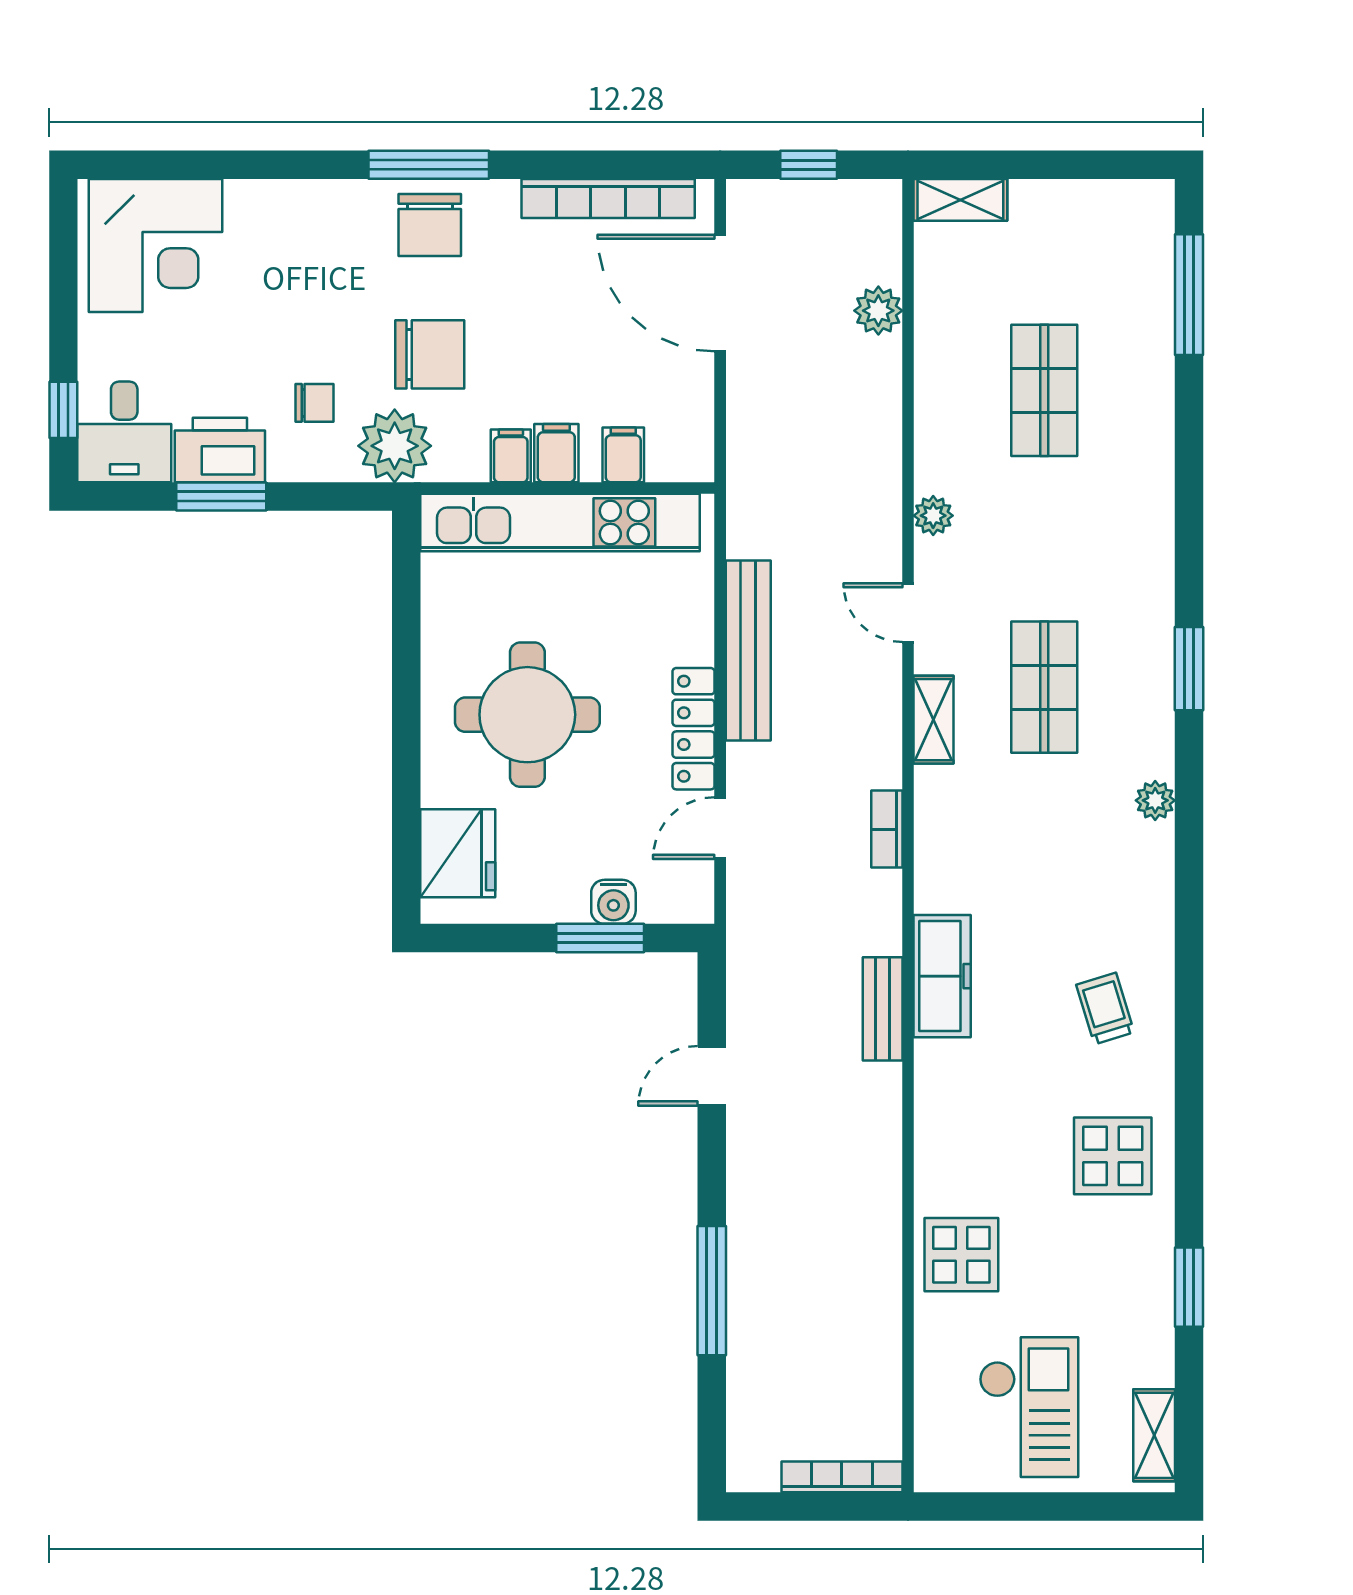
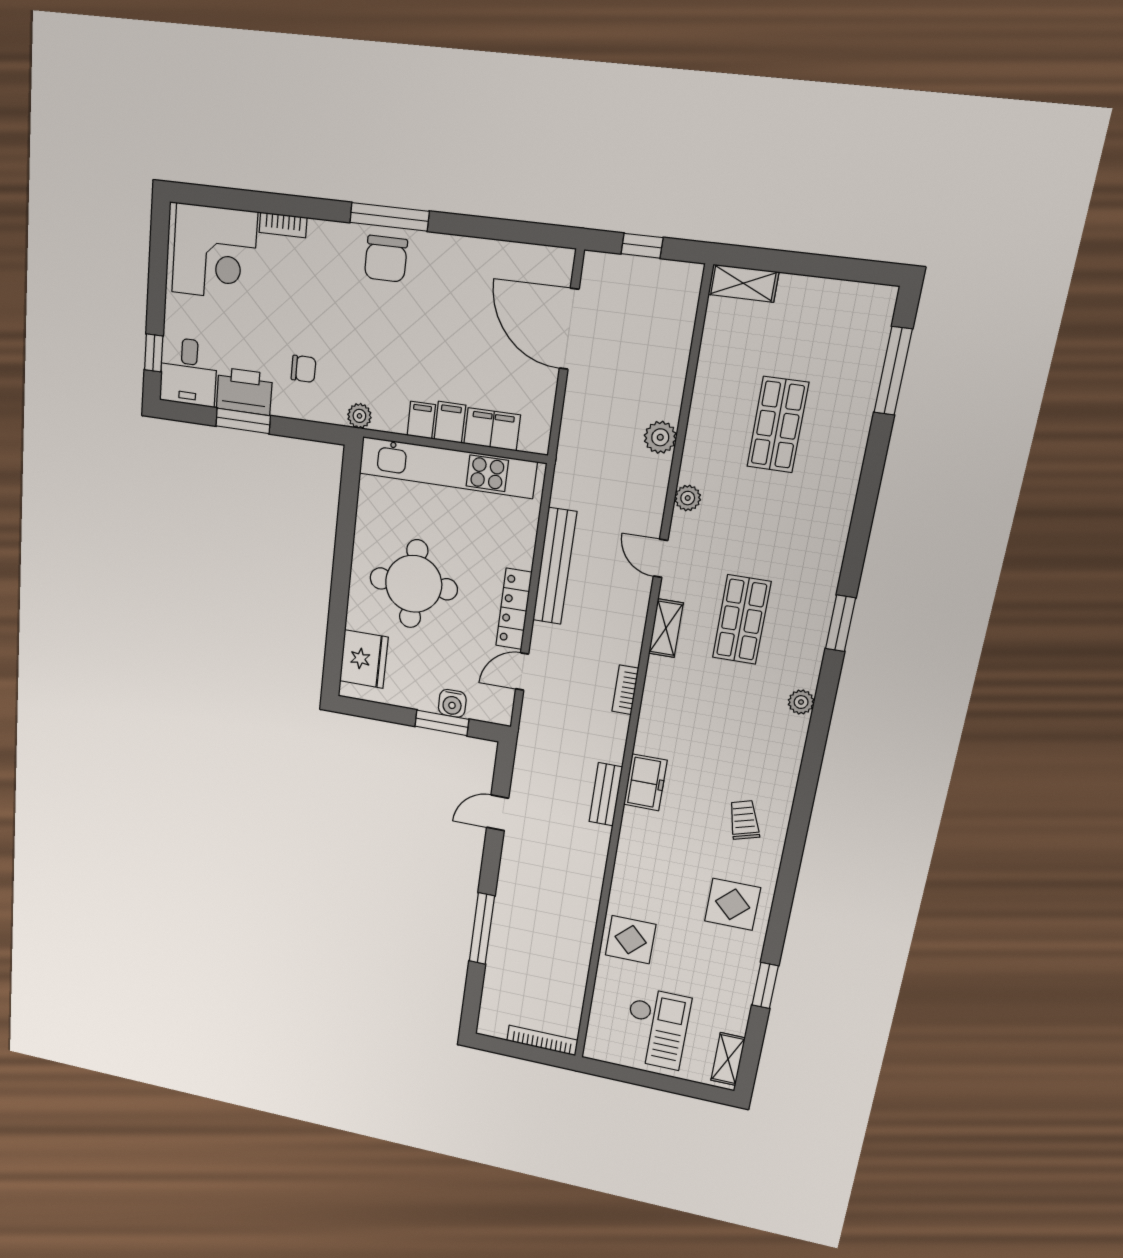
bookcase: (608, 198) -> (283, 225), moved, width x0.43, depth x0.76
plant: (878, 311) -> (660, 437), moved
chair: (430, 354) -> (377, 346), removed
plant: (395, 446) -> (359, 416), width x0.53, depth x0.53
filing cabinet: (623, 455) -> (492, 429), width x2.00
freezer: (942, 976) -> (645, 782), width x0.71

